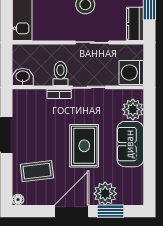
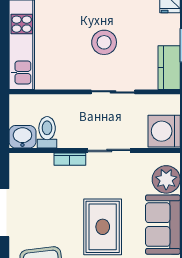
toilet: (60, 73) -> (47, 132), moved

